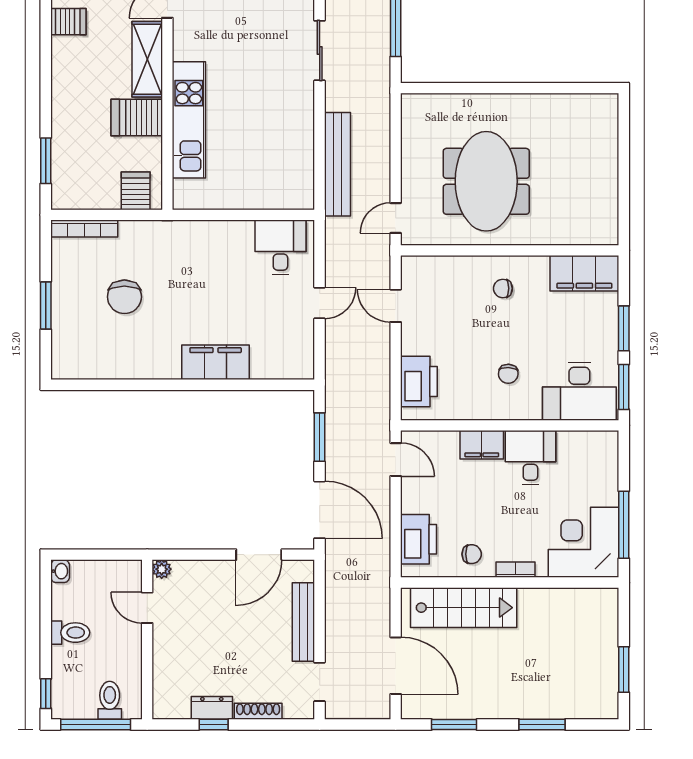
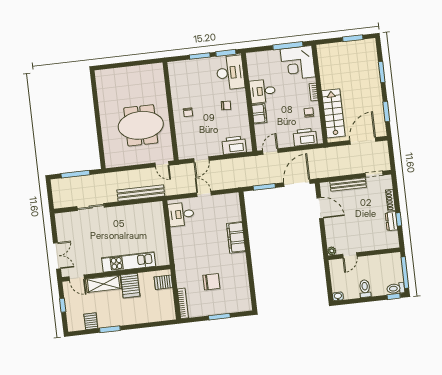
window: (46, 161) -> (110, 329), moved
filing cabinet: (584, 273) -> (177, 76), removed
toilet: (110, 700) -> (396, 288), moved

